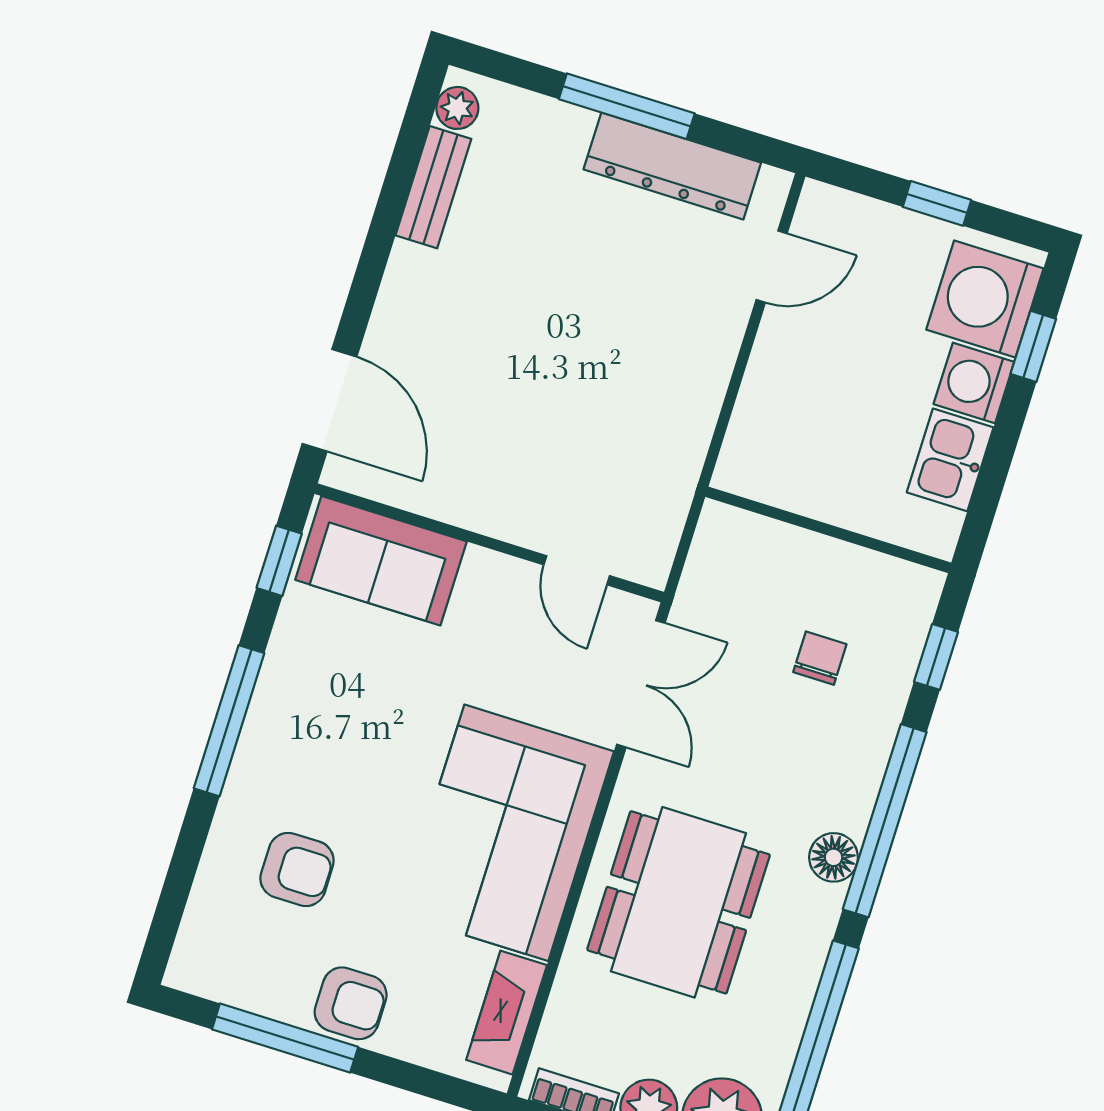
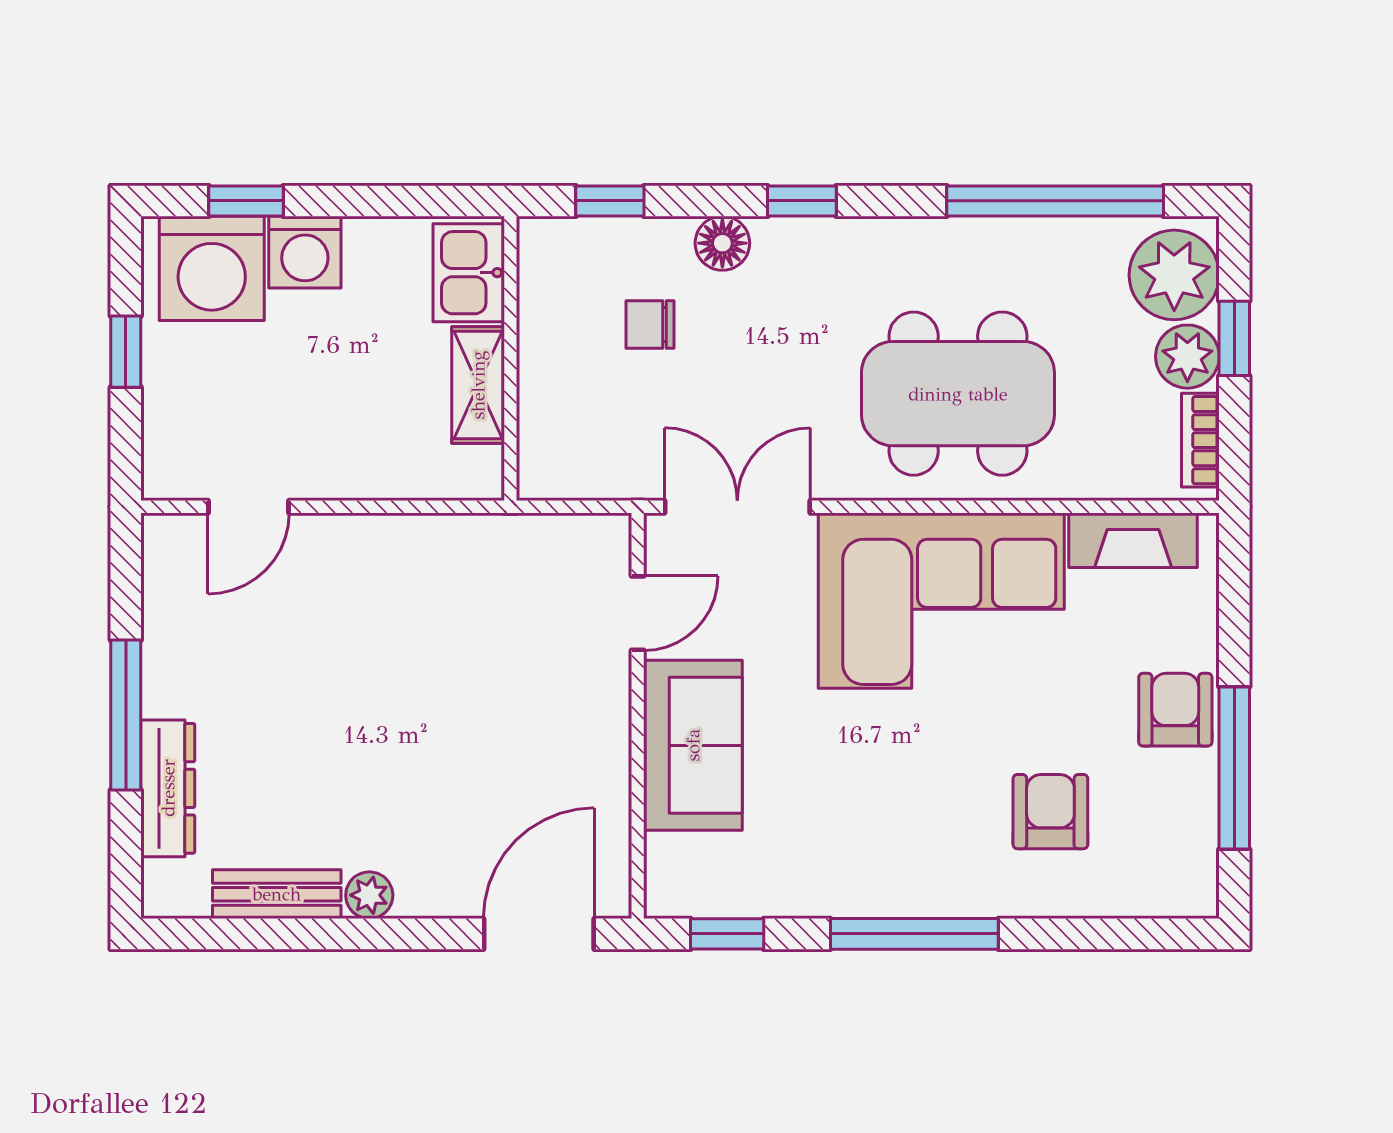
plant: (457, 108) -> (369, 895), moved
dresser: (672, 166) -> (168, 788), moved, width x0.73, depth x0.80
door: (772, 267) -> (249, 507), swing flipped
kitchen sink: (950, 460) -> (469, 273), moved, turned 90
shelving: (814, 495) -> (478, 385), added
sofa: (381, 561) -> (693, 745), moved
window: (885, 821) -> (802, 201), width x0.32
floor lamp: (834, 857) -> (722, 243), moved

